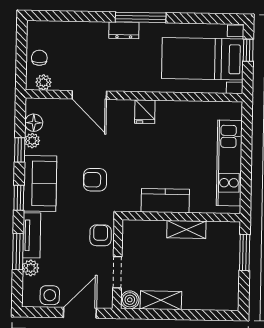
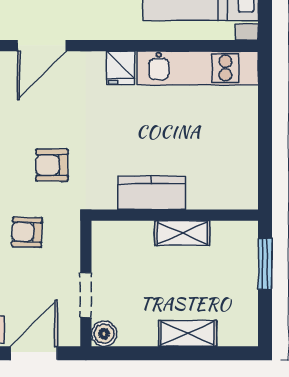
door: (89, 95) -> (42, 46), hinge flipped
kitchen unit: (229, 163) -> (198, 68), moved, turned -90
armchair: (101, 235) -> (27, 232), moved, turned -88
shelving: (161, 300) -> (187, 333), moved

